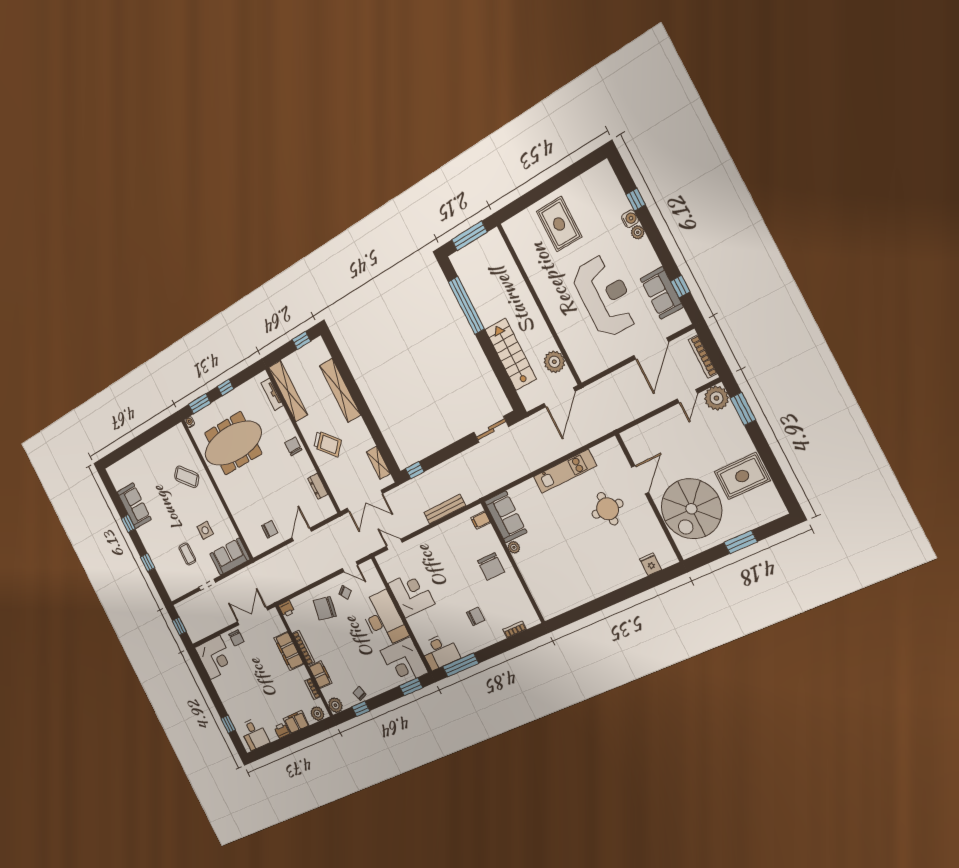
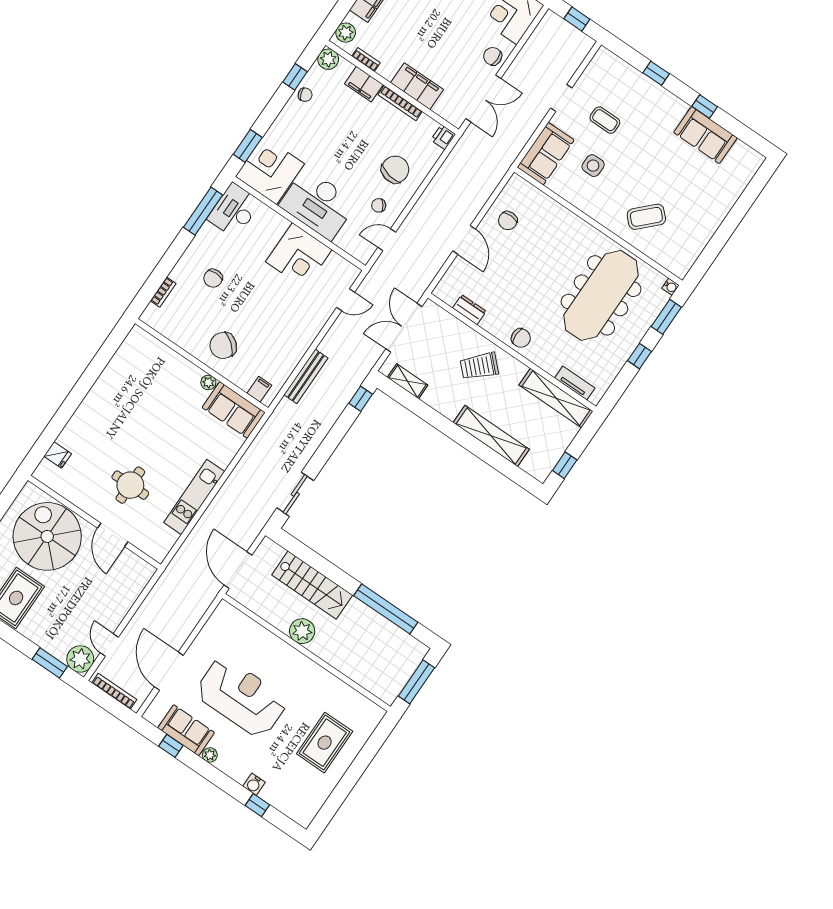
rug: (559, 224) -> (325, 743), turned 90
plant: (638, 232) -> (210, 755), moved
reception desk: (605, 296) -> (241, 697), turned 180
plant: (554, 362) -> (302, 631), moved
chair: (491, 566) -> (223, 345), turned -51

